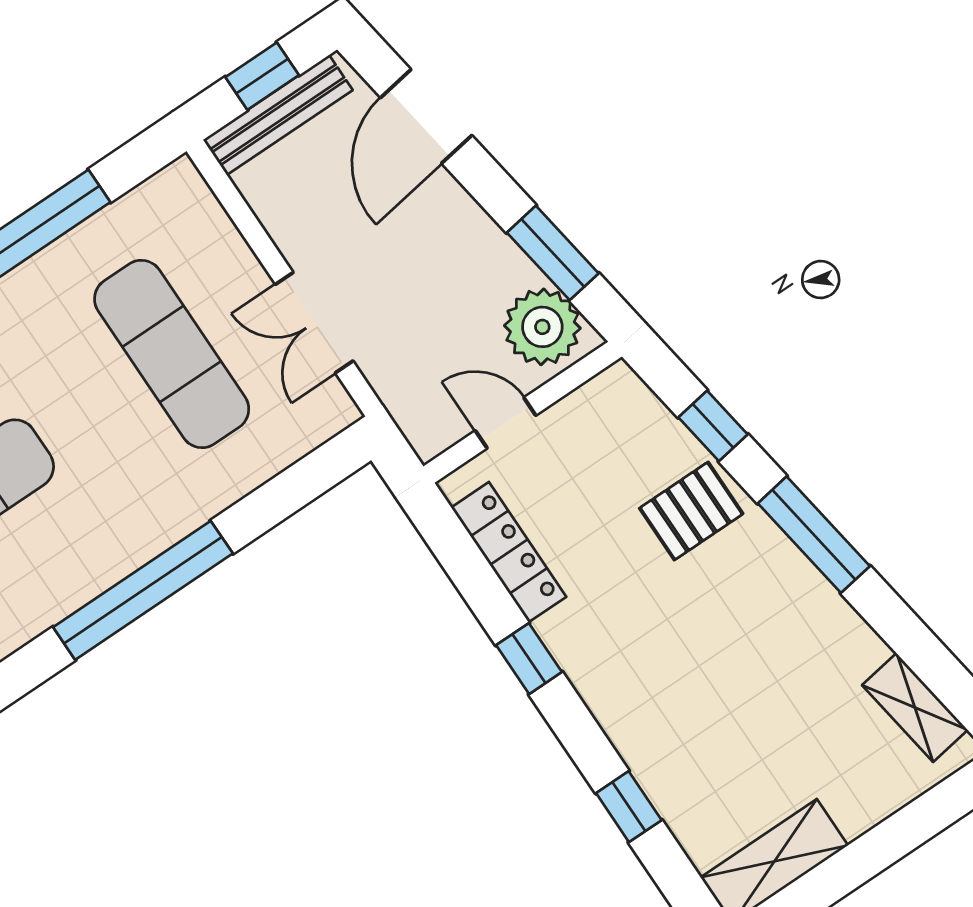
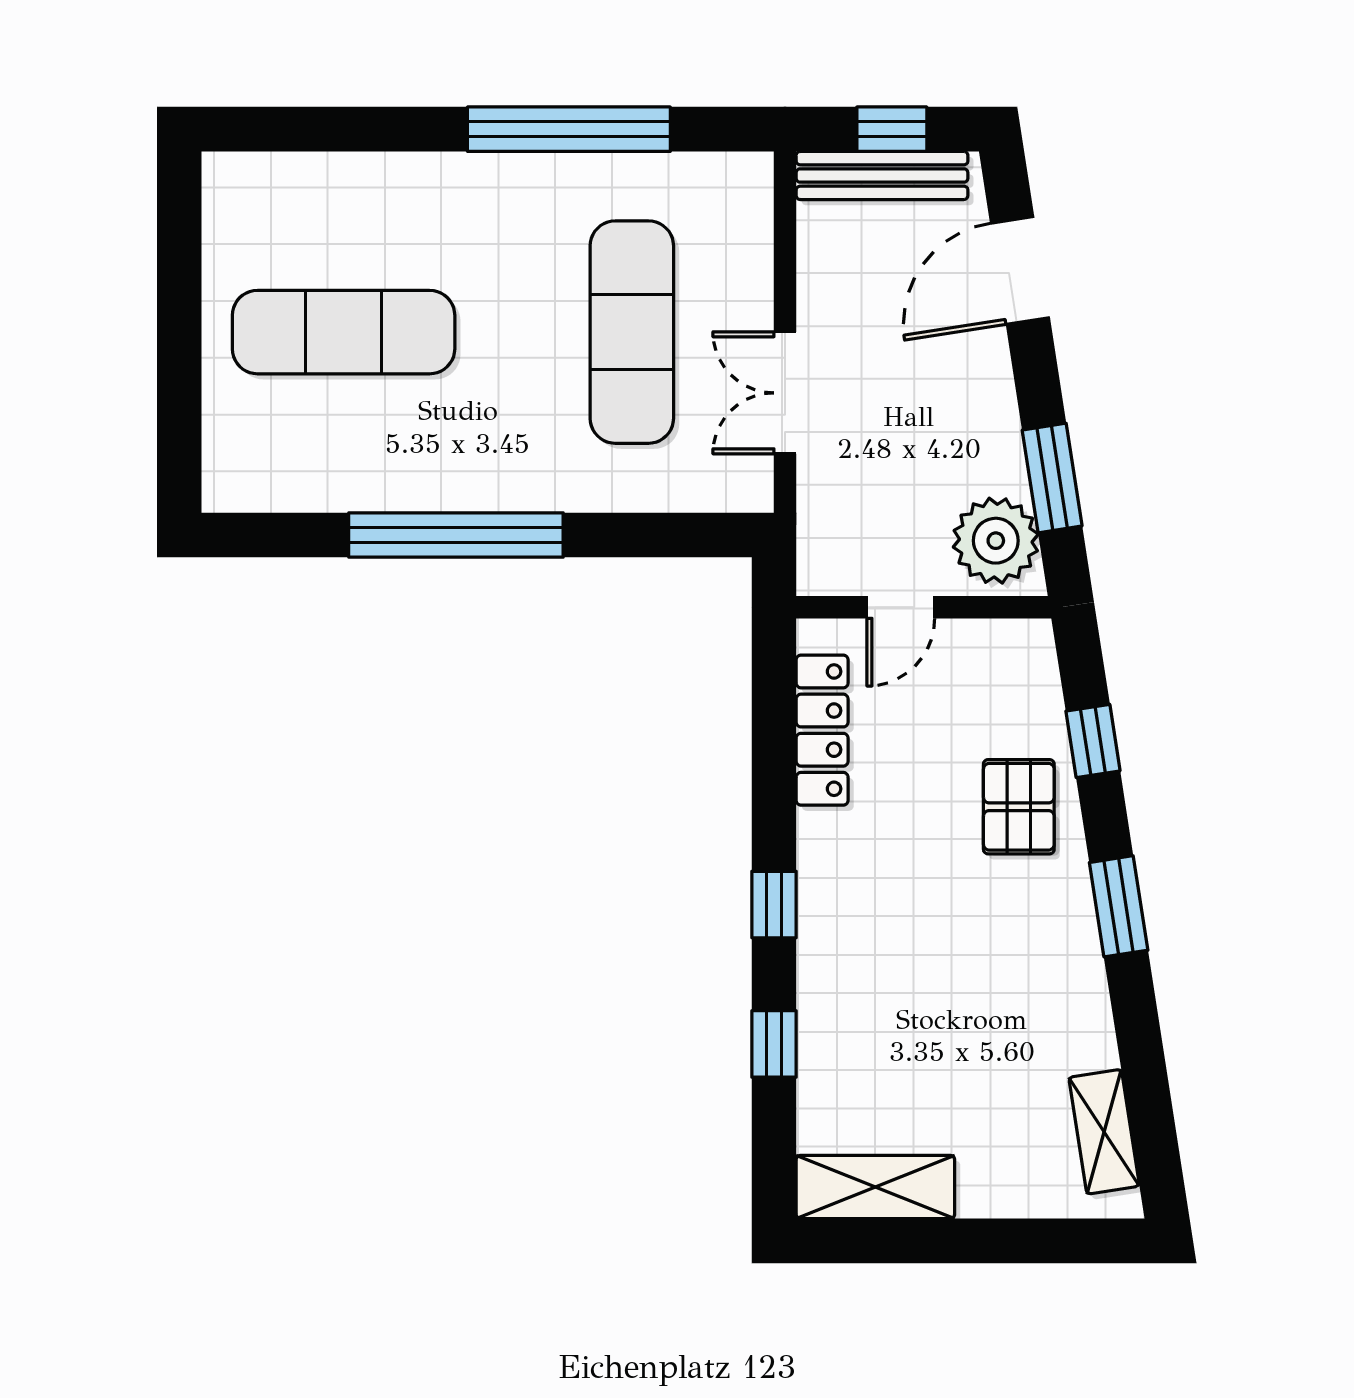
door: (506, 423) -> (901, 607), swing flipped
pallet: (691, 511) -> (1019, 807), turned 90
window: (814, 535) -> (1119, 906), width x0.69
window: (529, 659) -> (774, 905), moved

